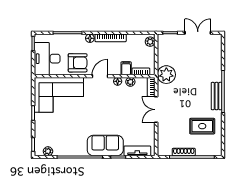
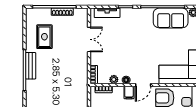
filing cabinet: (126, 68) -> (129, 93), moved
plant: (166, 75) -> (79, 86), removed
double door: (156, 110) -> (89, 39), moved
rug: (202, 126) -> (44, 37), turned 90
sofa: (105, 145) -> (171, 18), moved

